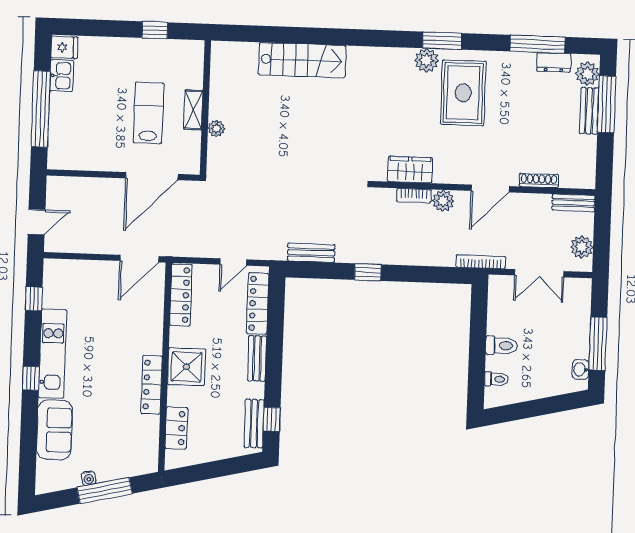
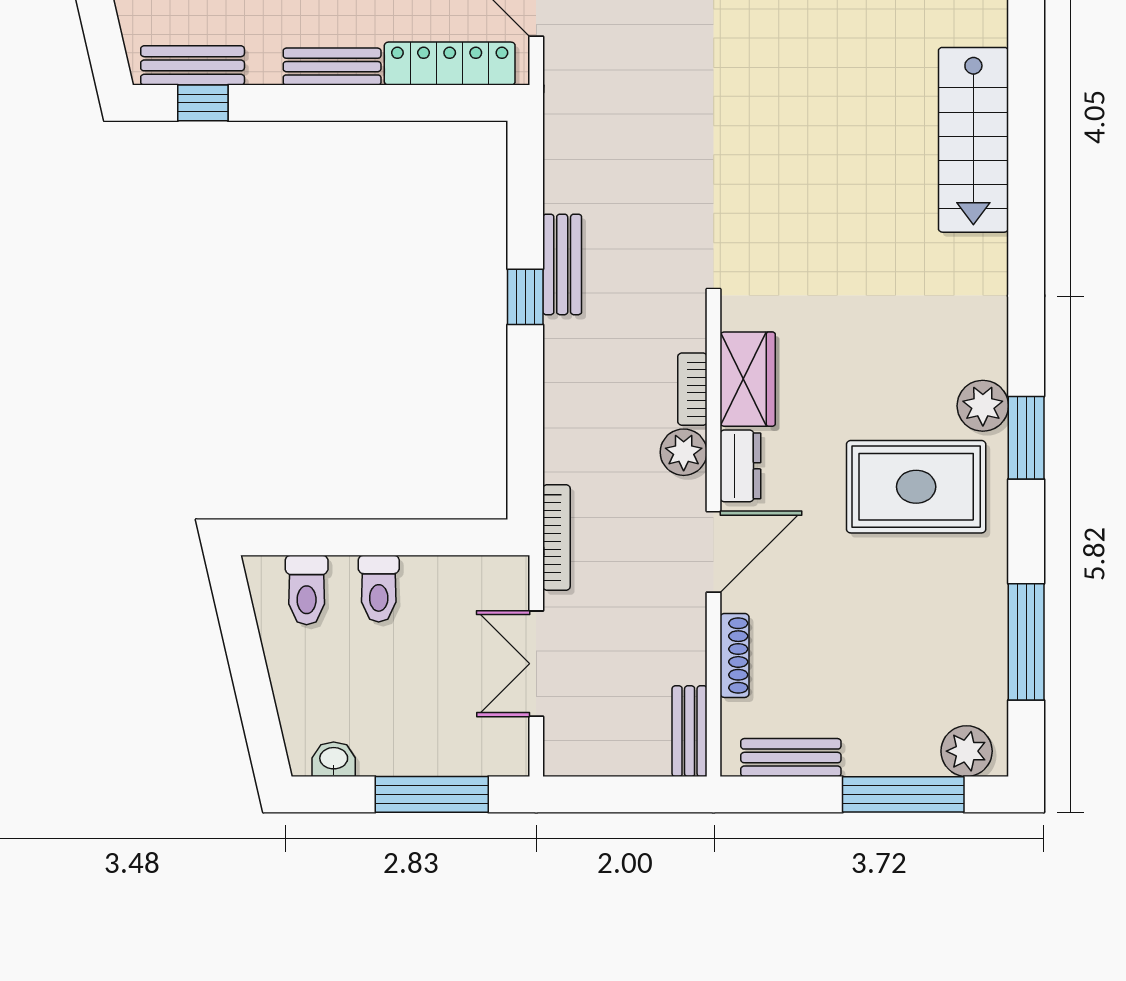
dresser: (554, 63) -> (740, 466), moved, turned 180
bench: (589, 111) -> (791, 758), moved
door: (490, 189) -> (714, 552), swing flipped
plant: (582, 247) -> (596, 752), removed
bench: (311, 253) -> (562, 264), moved
window: (598, 344) -> (432, 794), moved
toilet: (496, 379) -> (307, 590), width x1.37, depth x1.39

